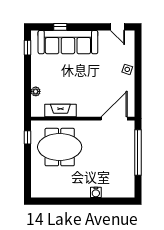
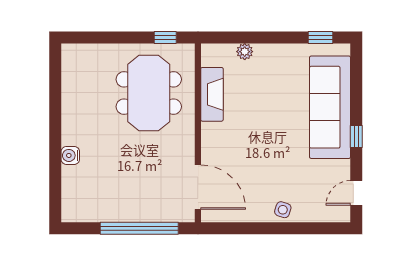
window: (60, 27) -> (356, 136), moved

